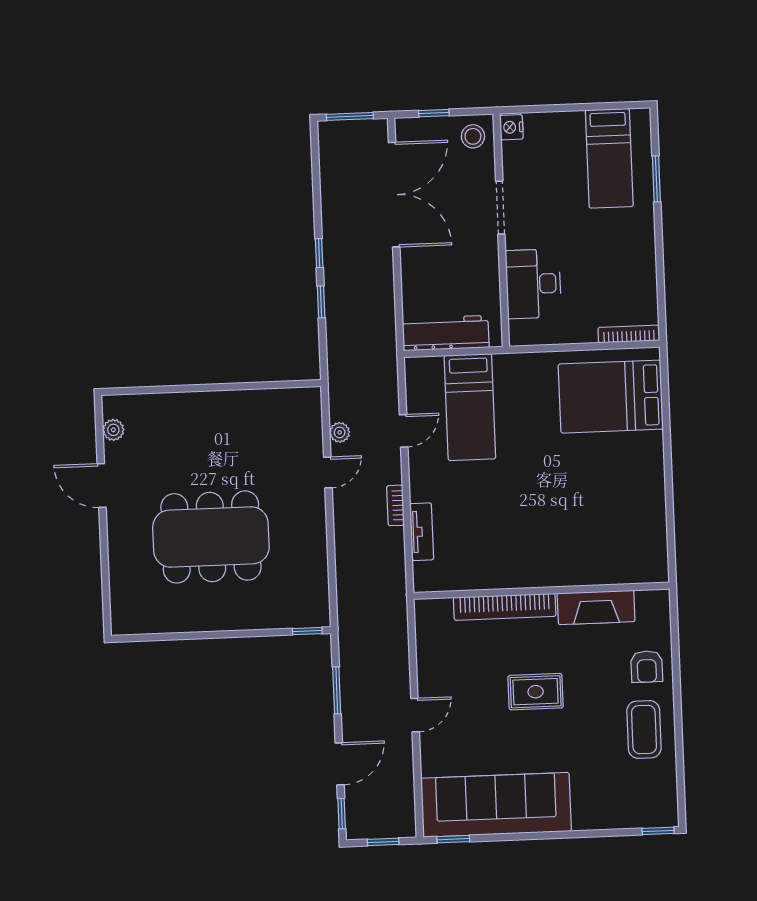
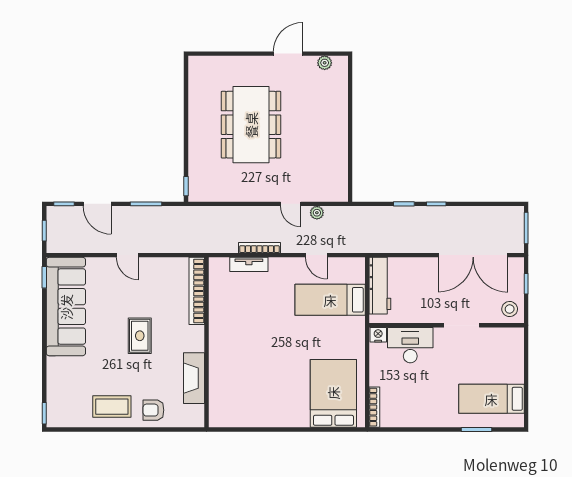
nightstand: (511, 127) -> (378, 335), moved
bookcase: (395, 505) -> (260, 248), width x1.56
bookcase: (505, 607) -> (197, 291), moved

